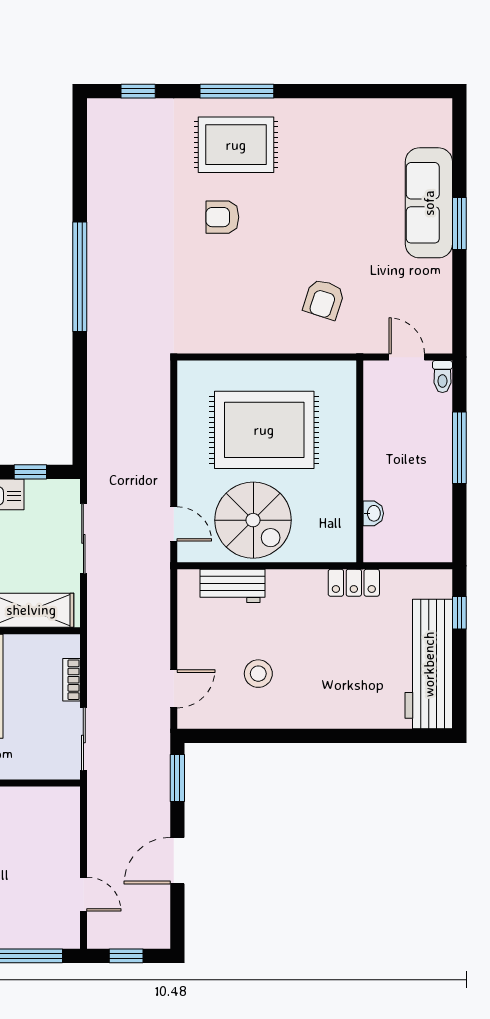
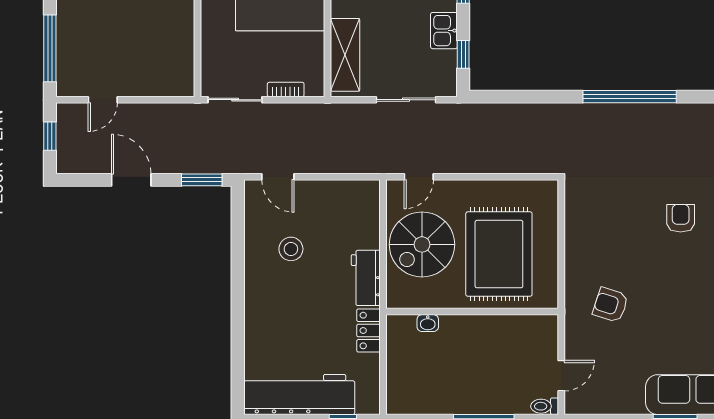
wall: (360, 461) -> (472, 312), moved
washbasin: (373, 513) -> (428, 323), moved
workbench: (233, 586) -> (366, 278), moved

